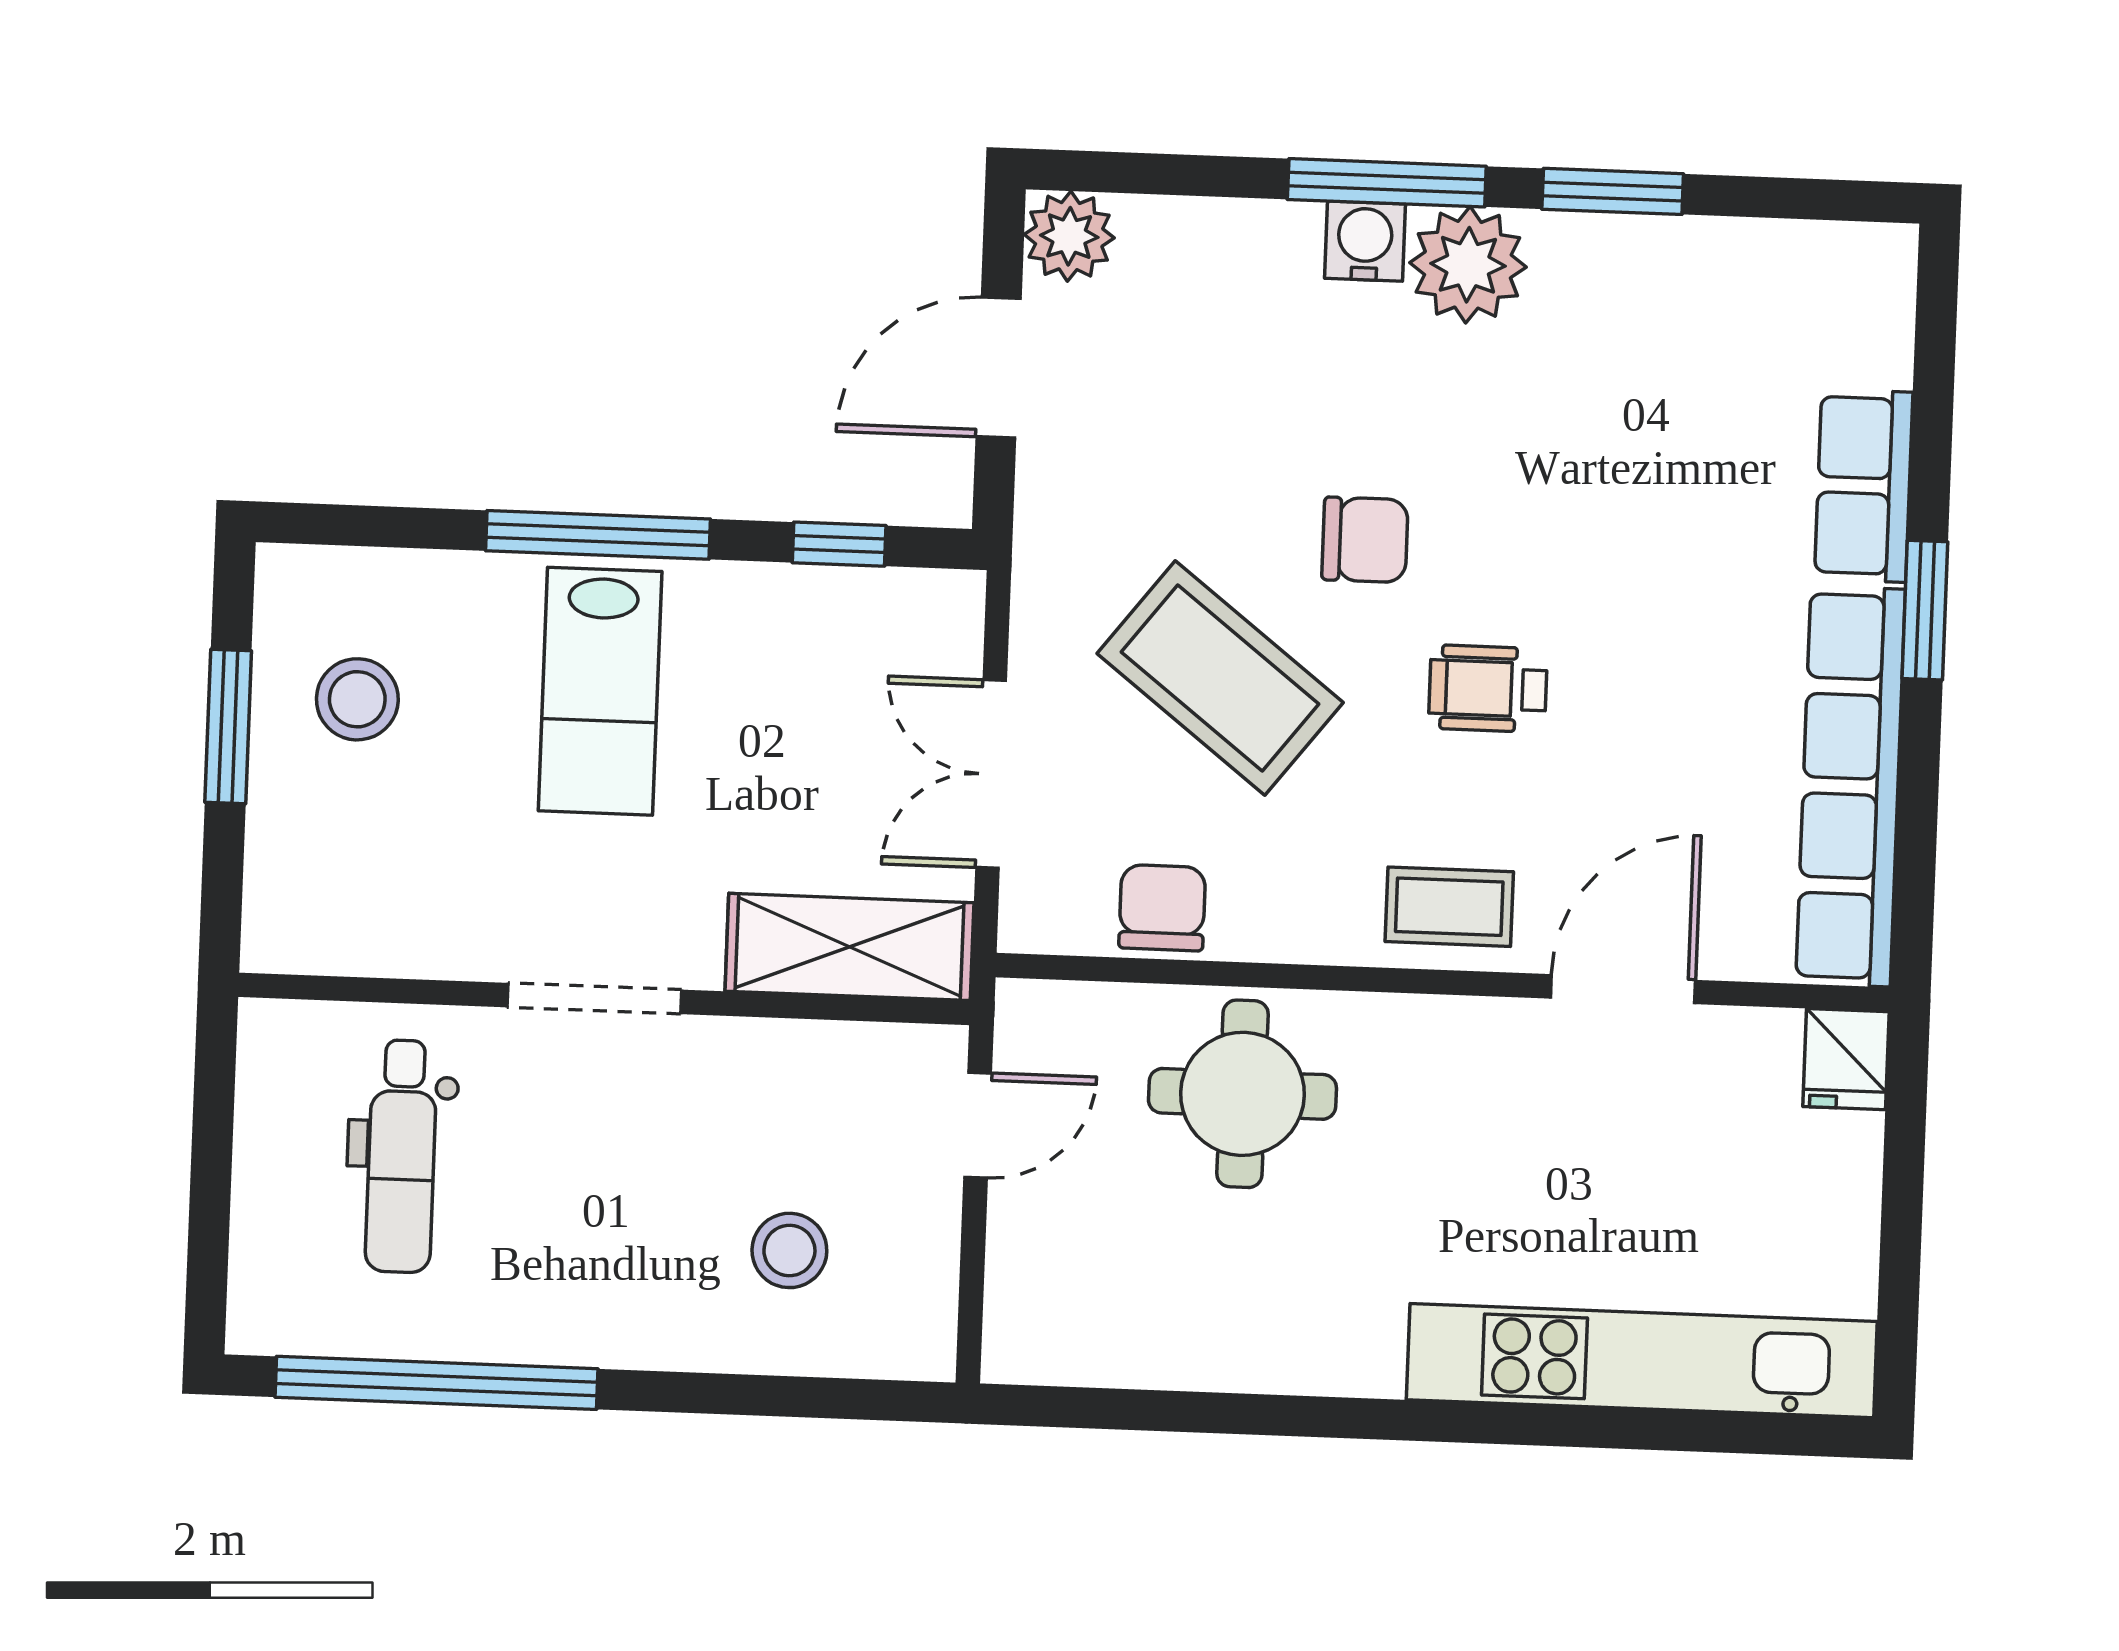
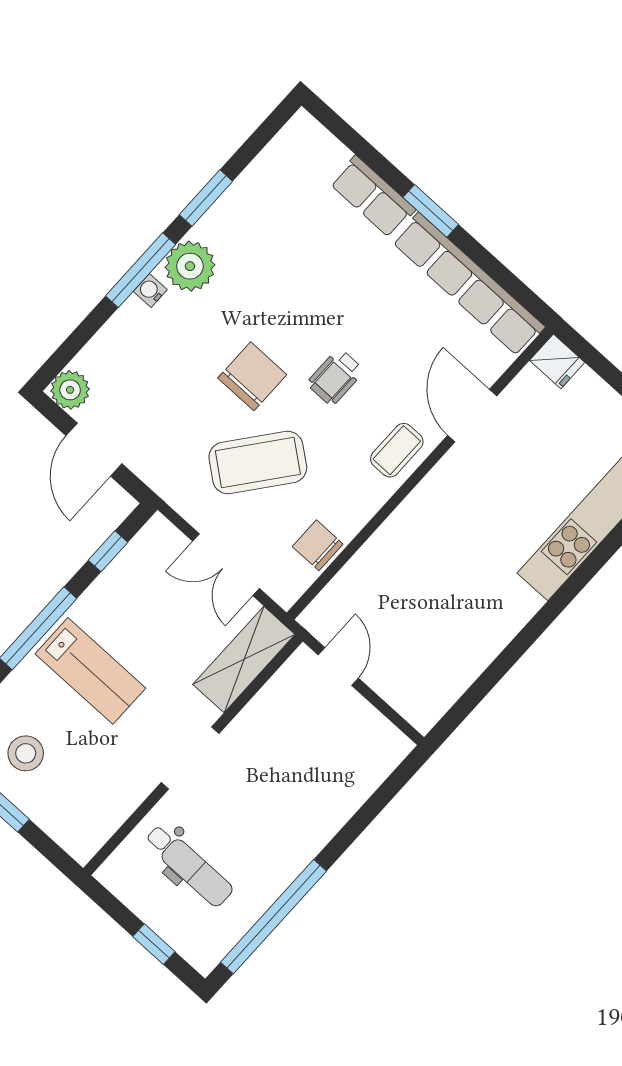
water cooler: (1365, 241) -> (150, 290), width x0.72, depth x0.72
chair: (1365, 540) -> (252, 376), width x1.37, depth x1.37
round table: (1242, 1094) -> (401, 570), removed
window: (210, 1211) -> (154, 944), added
stool: (789, 1250) -> (327, 763), removed

